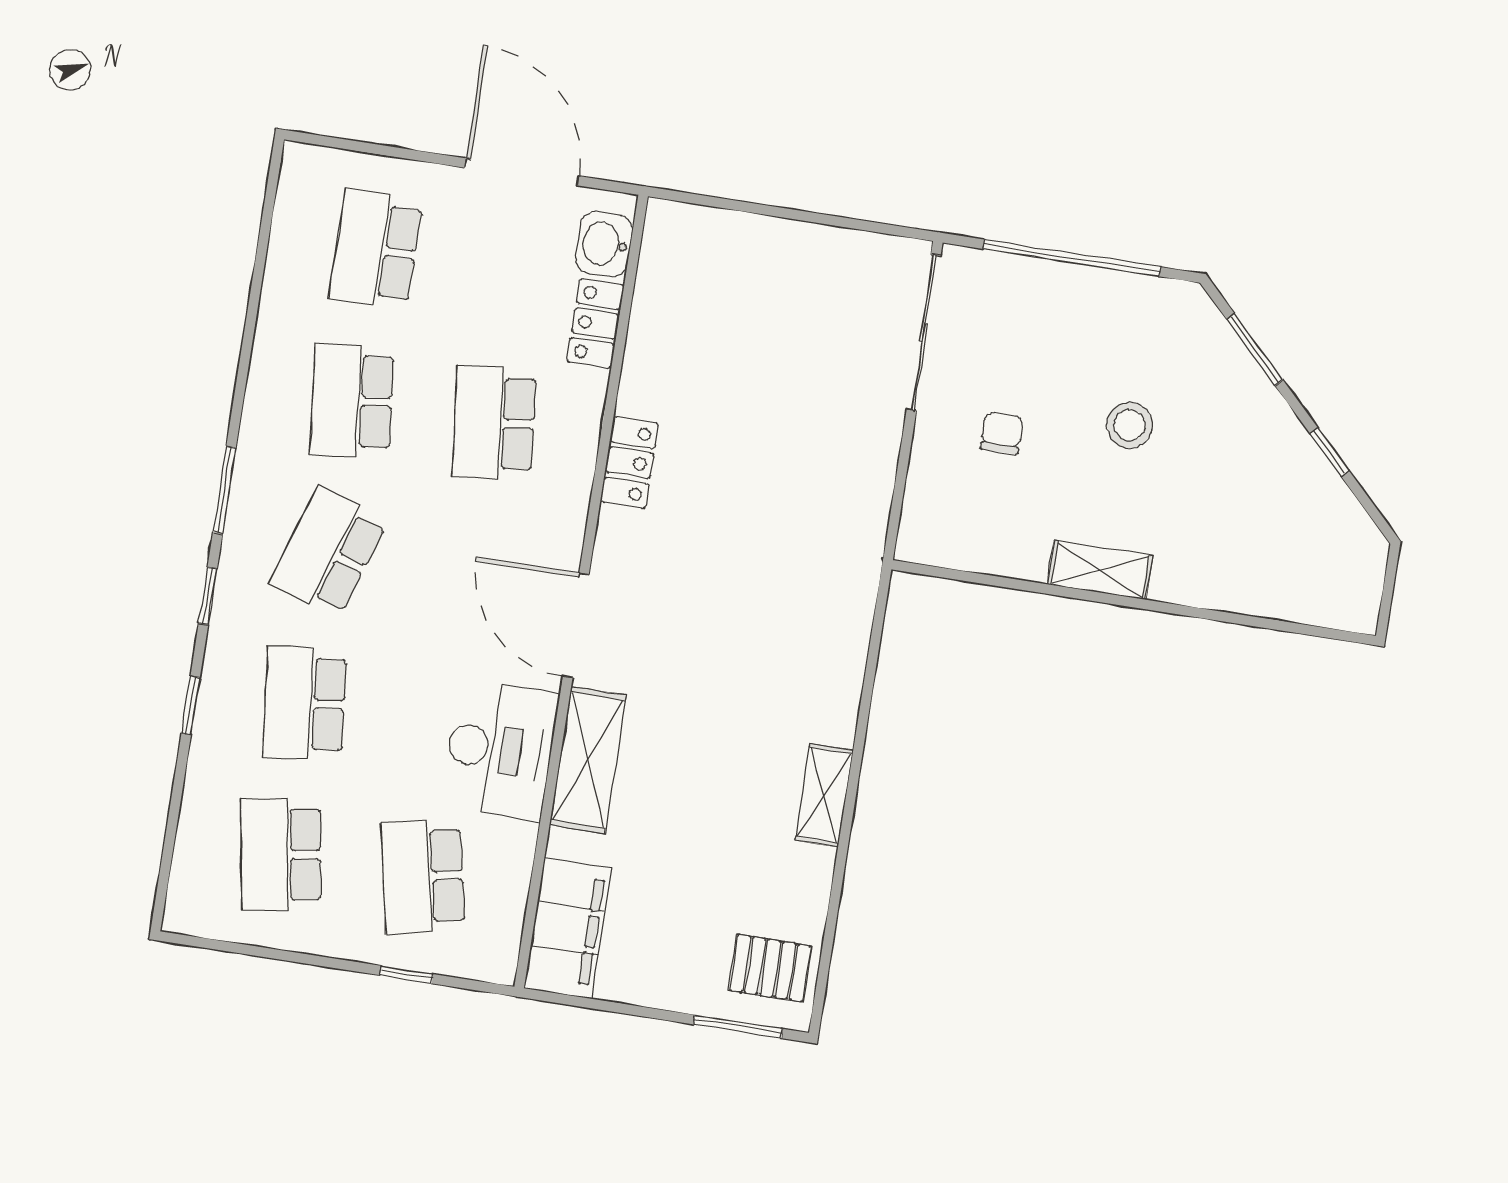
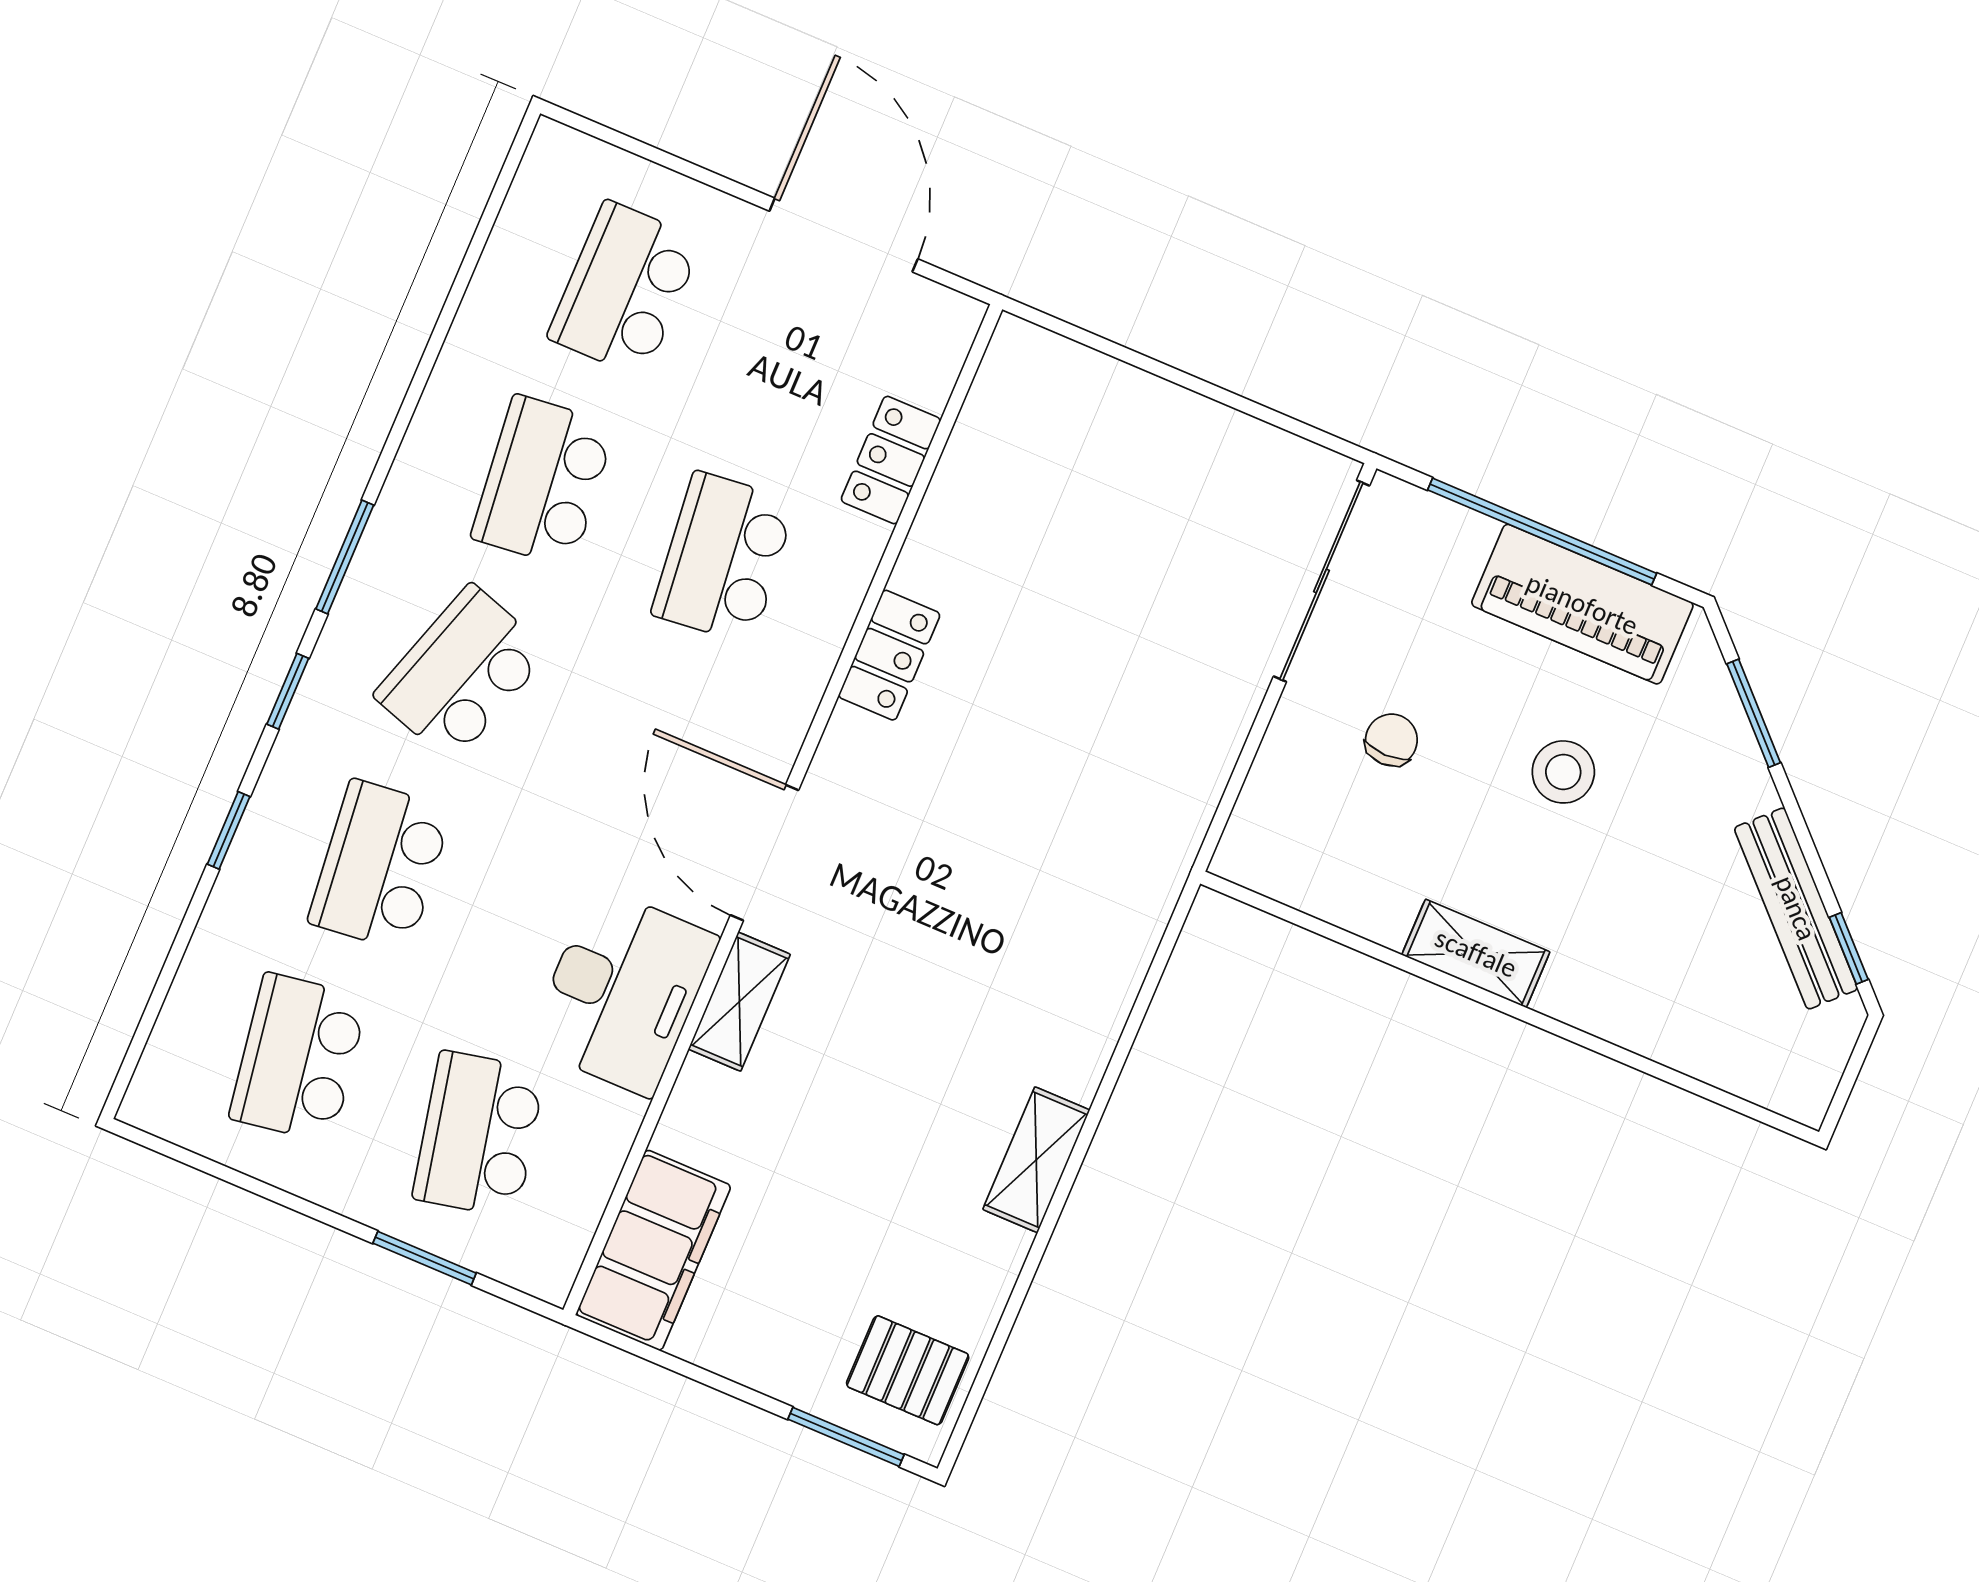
washbasin: (604, 244) -> (928, 358), removed
piano: (1113, 302) -> (1582, 604), added
window: (1330, 452) -> (1849, 948), moved
bench: (1320, 481) -> (1796, 908), added
shelving: (588, 760) -> (739, 1002), width x0.67, depth x0.75
window: (406, 975) -> (425, 1258), width x1.50

